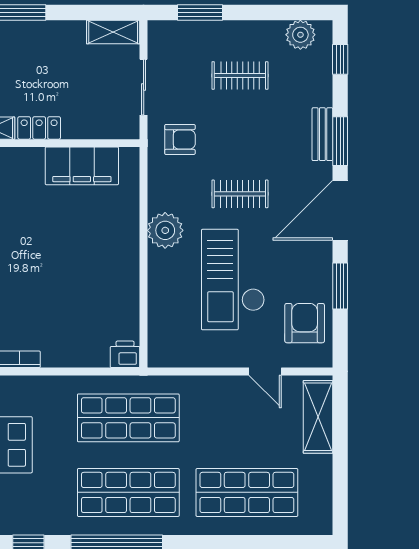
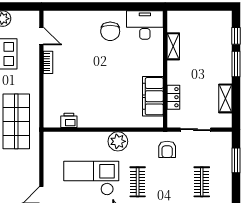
shelving: (113, 32) -> (225, 98), moved
locker: (39, 128) -> (173, 97), moved
printer: (125, 354) -> (69, 120), moved, turned -90

